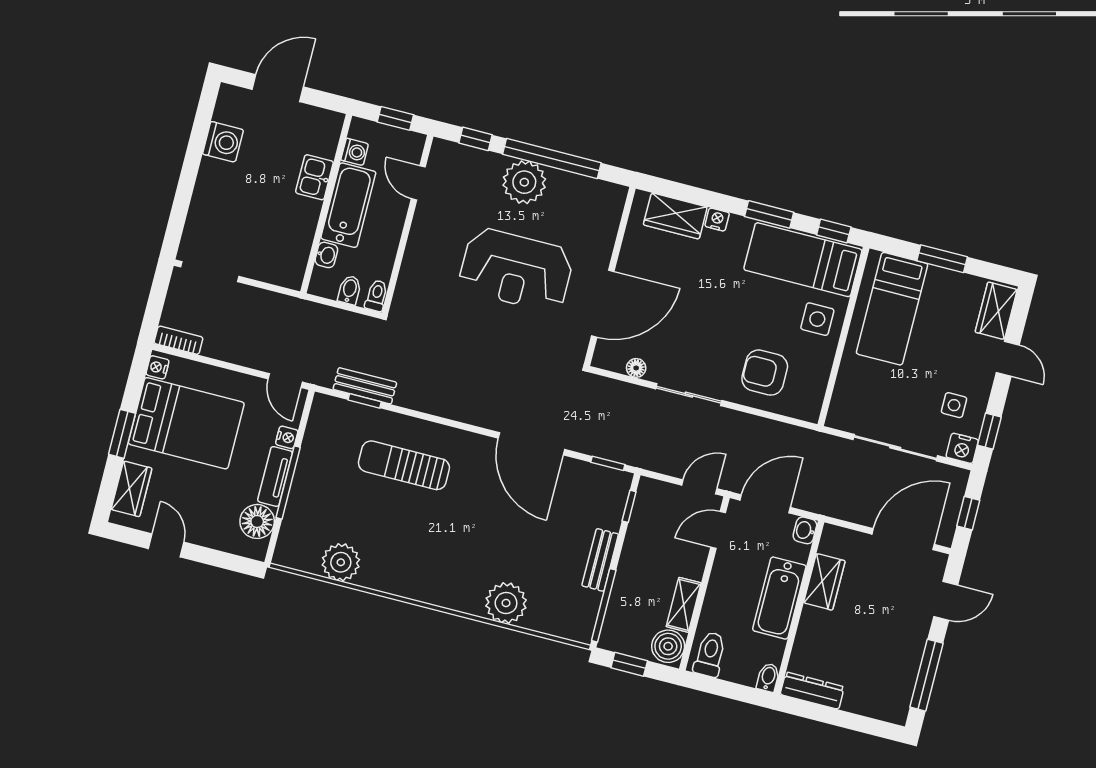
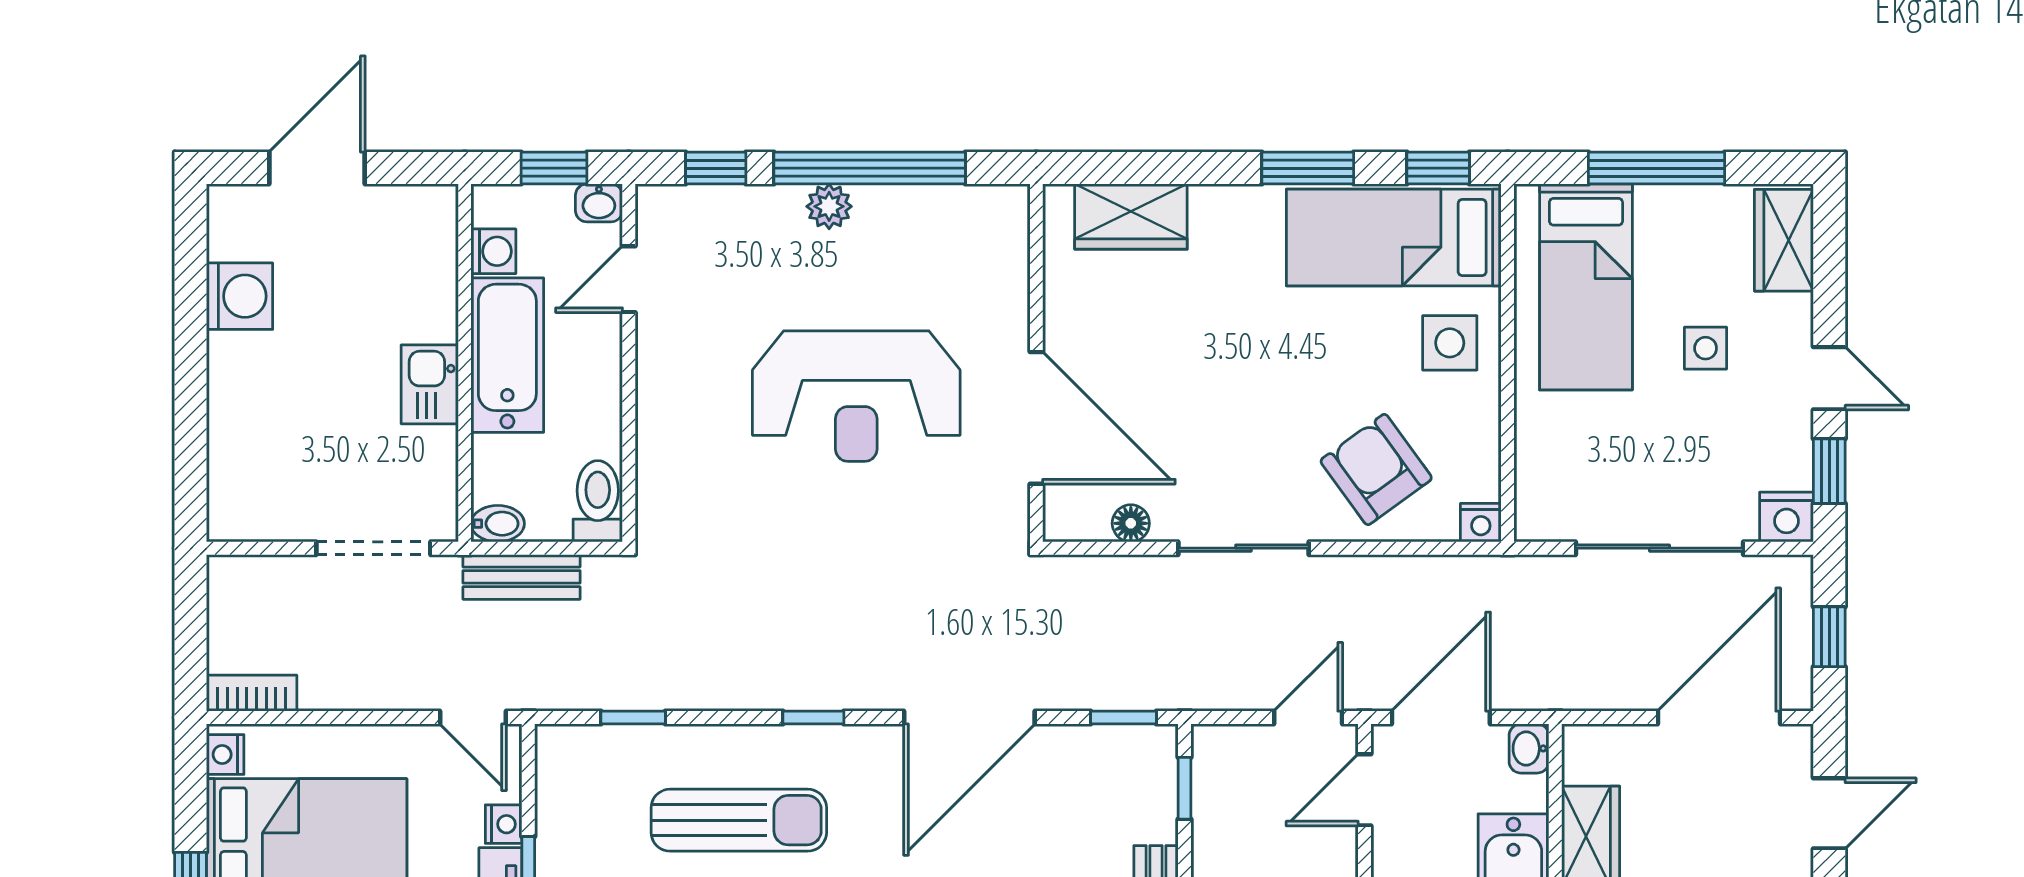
kitchen sink: (314, 177) -> (430, 384), moved
plant: (524, 182) -> (829, 206), width x0.53, depth x0.53
door: (418, 183) -> (629, 279), hinge flipped
nightstand: (717, 220) -> (1481, 523), moved, turned 180
washbasin: (326, 255) -> (599, 203), moved, turned 90
window: (942, 259) -> (1657, 168), width x1.44
doorway: (210, 272) -> (373, 548), moved
bidet: (349, 290) -> (498, 524), moved, turned 90
toilet: (376, 296) -> (598, 501), width x1.37, depth x1.39
door: (603, 304) -> (1036, 418), hinge flipped
door: (1008, 359) -> (1829, 378), moved
armchair: (765, 373) -> (1376, 470), turned 54
bench: (365, 386) -> (522, 577), moved
side table: (954, 405) -> (1706, 348), moved
window: (454, 424) -> (813, 718), added
door: (531, 444) -> (969, 718), hinge flipped
sun lounger: (404, 465) -> (739, 820), turned 180

